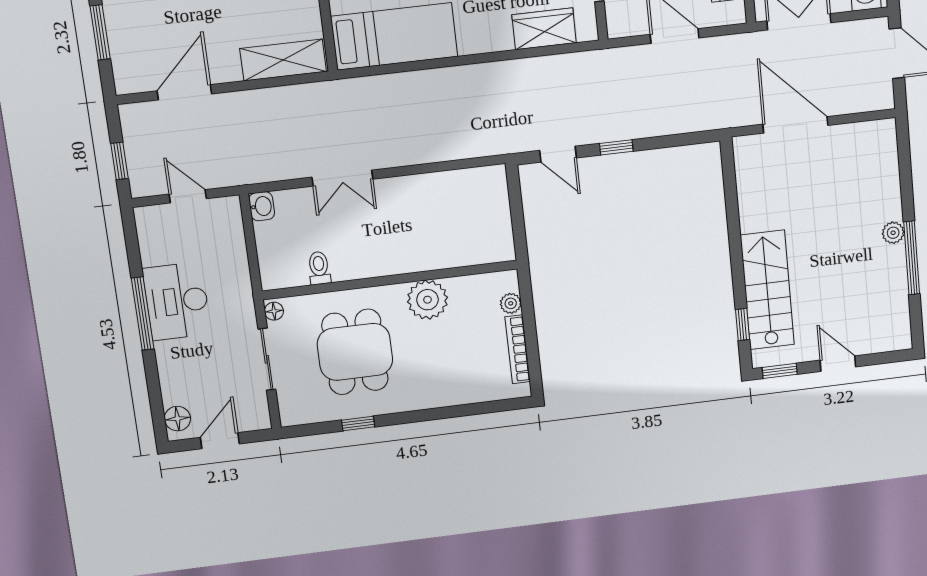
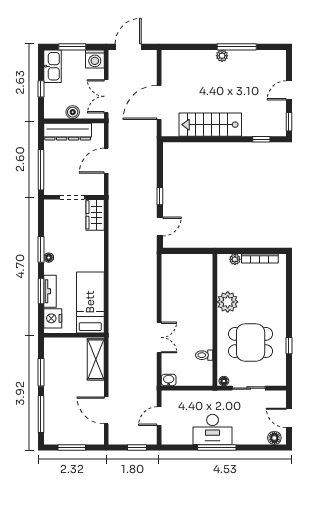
wardrobe: (544, 29) -> (95, 215), moved
stairs: (767, 290) -> (210, 125), moved

